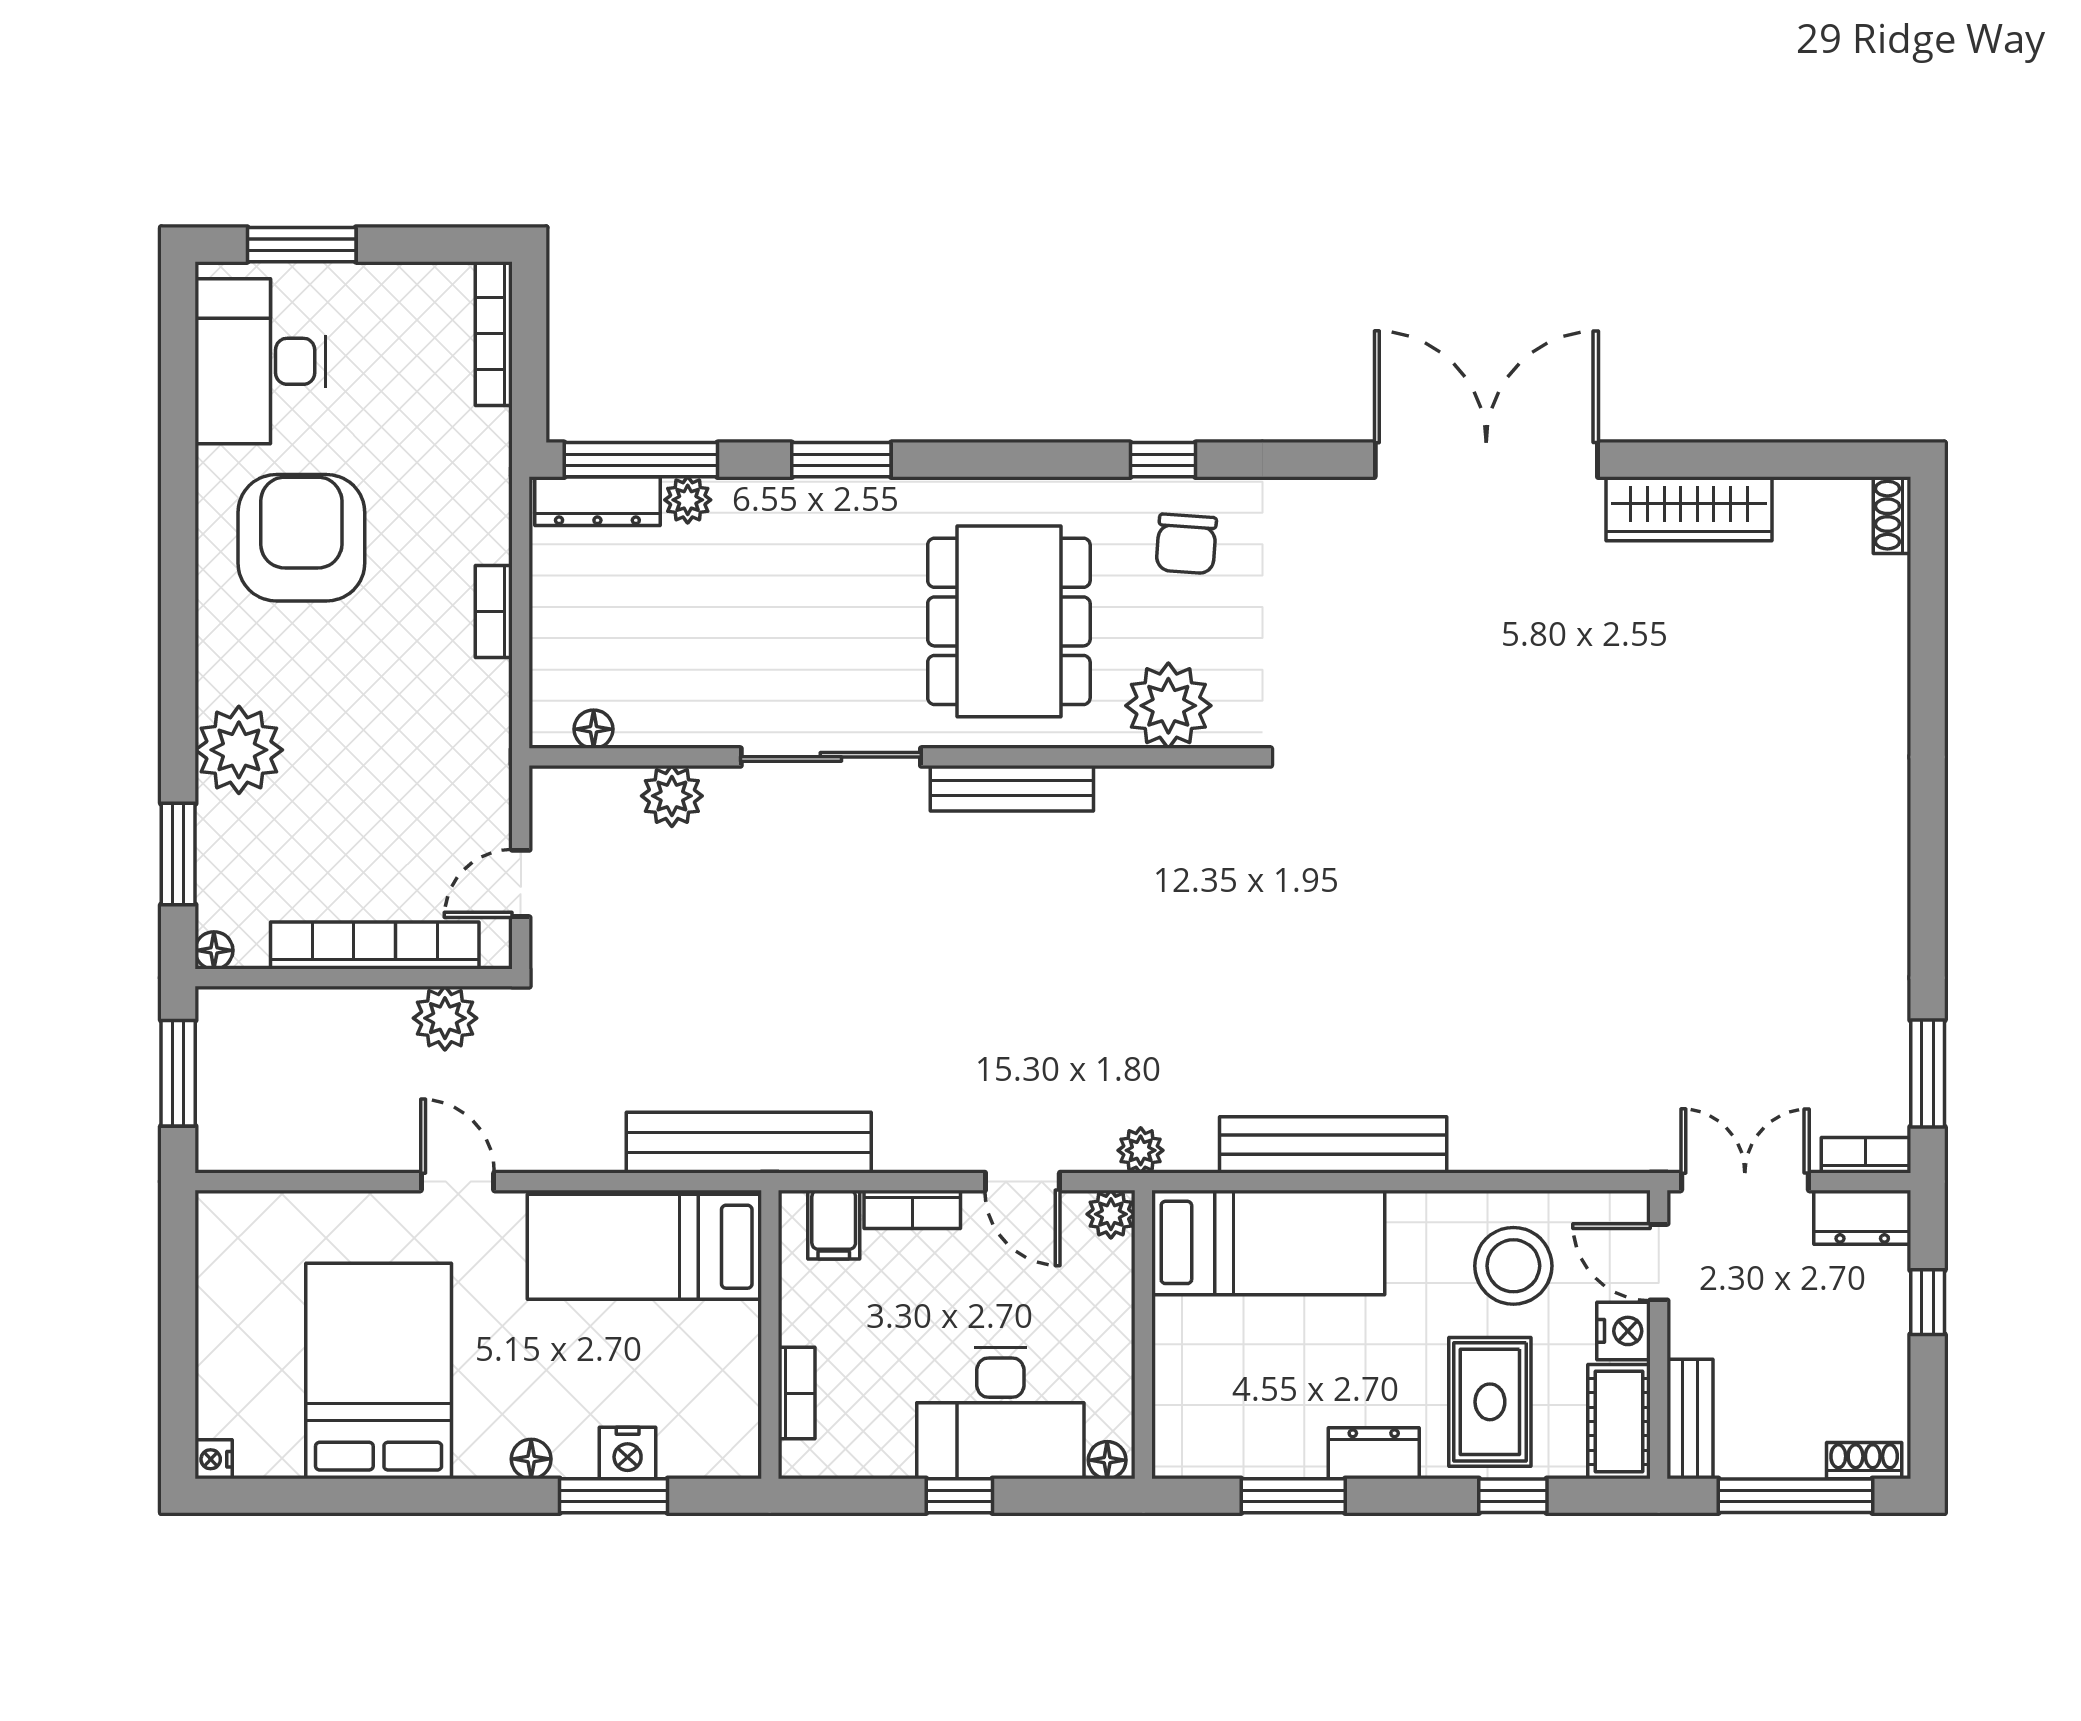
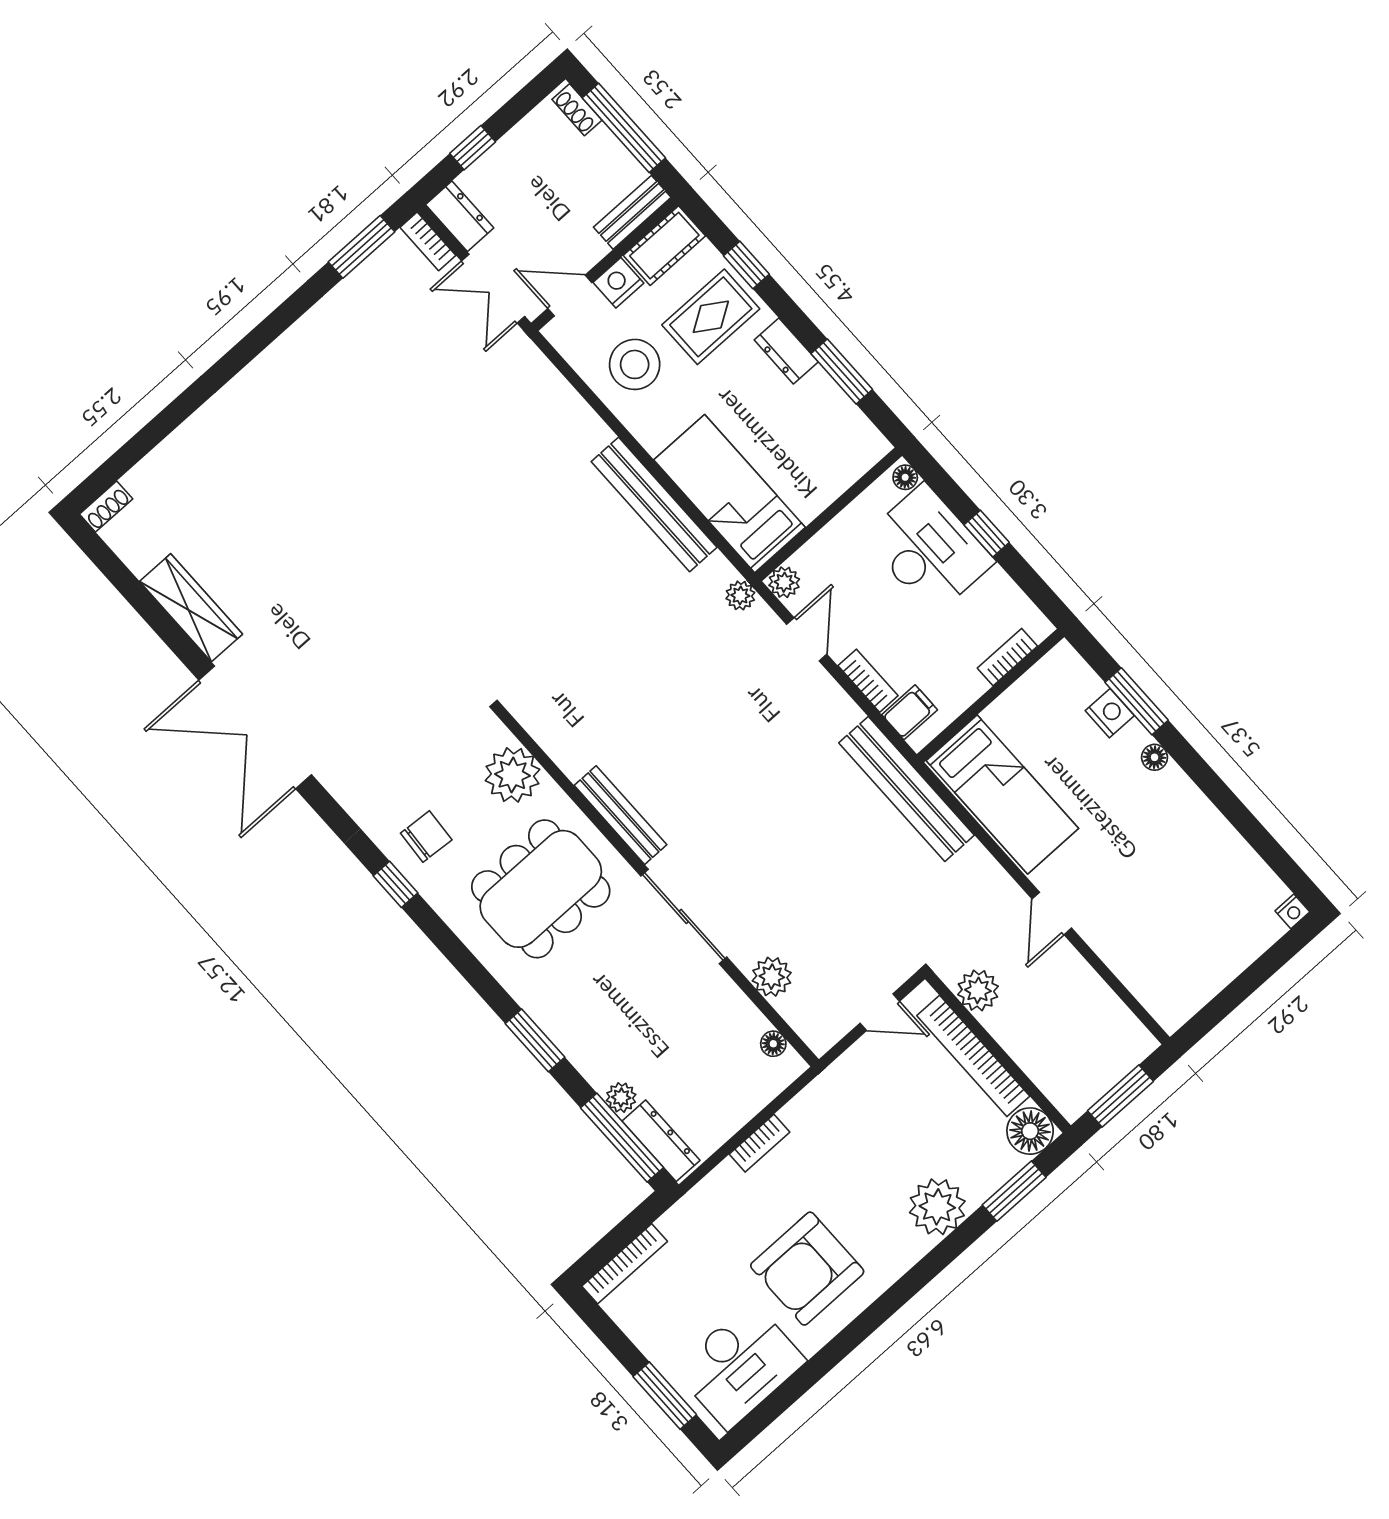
floor lamp: (214, 950) -> (1030, 1131), width x1.89, depth x1.89
door: (1659, 1262) -> (570, 296), swing flipped
bed: (379, 1371) -> (1178, 870), removed

